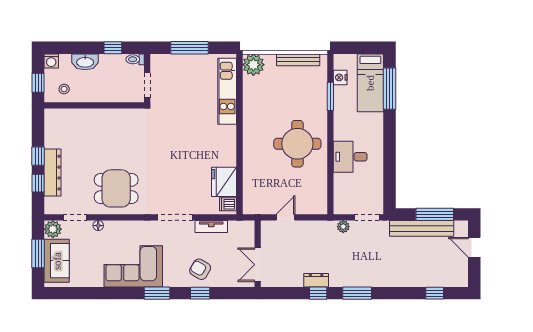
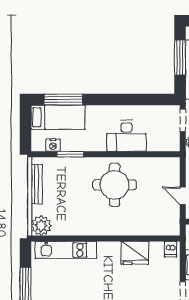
desk: (350, 157) -> (127, 136), width x1.37
fridge: (224, 182) -> (135, 253), moved

